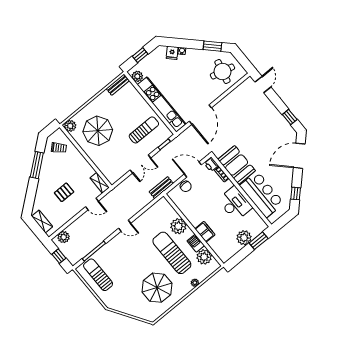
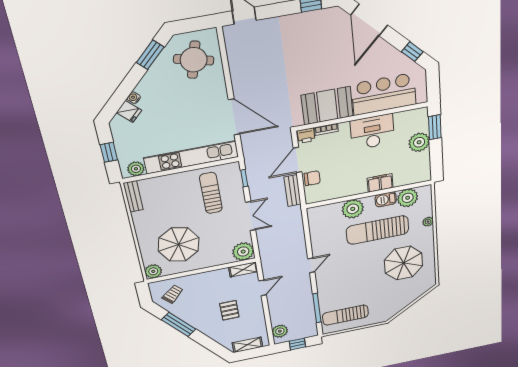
plant: (113, 175) -> (243, 252), added
bench: (161, 188) -> (292, 191), moved

